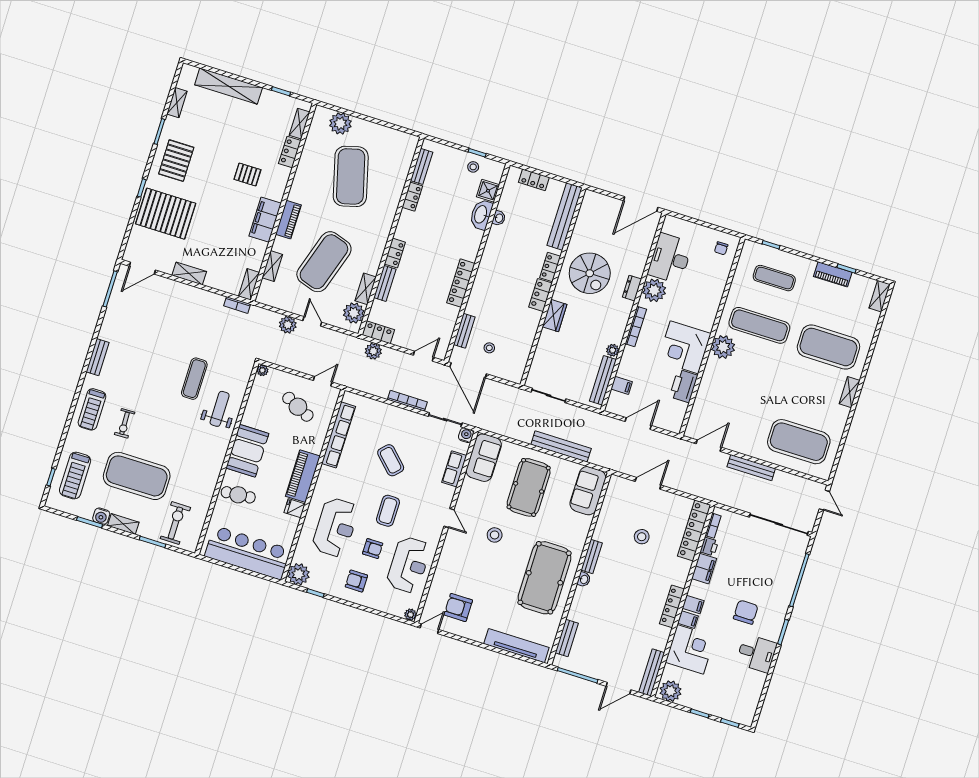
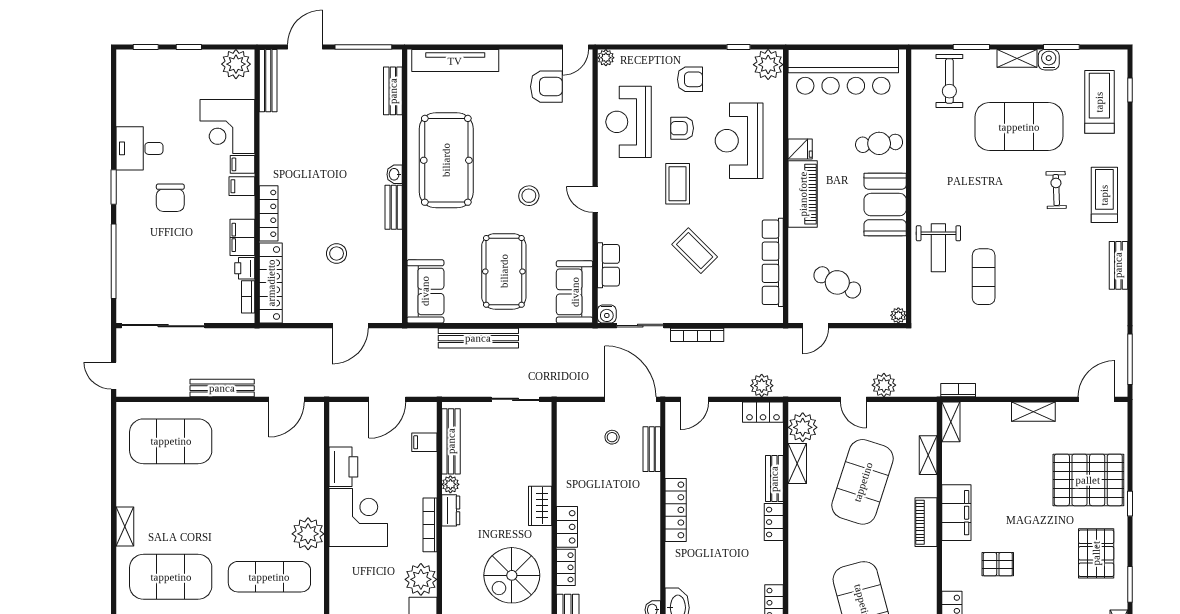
spiral stairs: (590, 273) -> (512, 575), turned -90
dresser: (632, 288) -> (451, 510), moved
locker: (672, 606) -> (269, 213), moved

